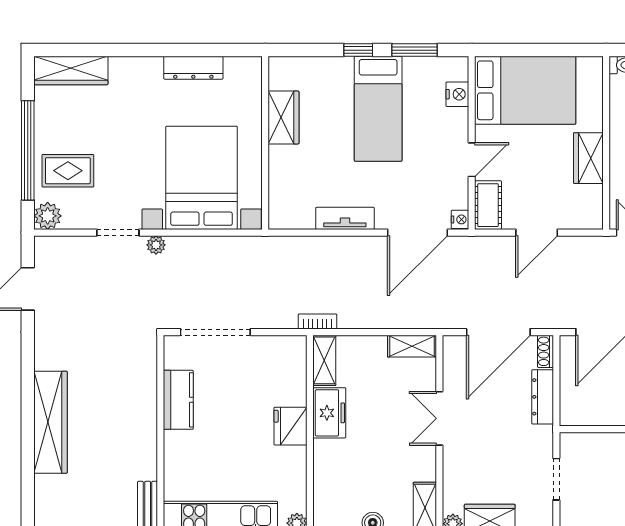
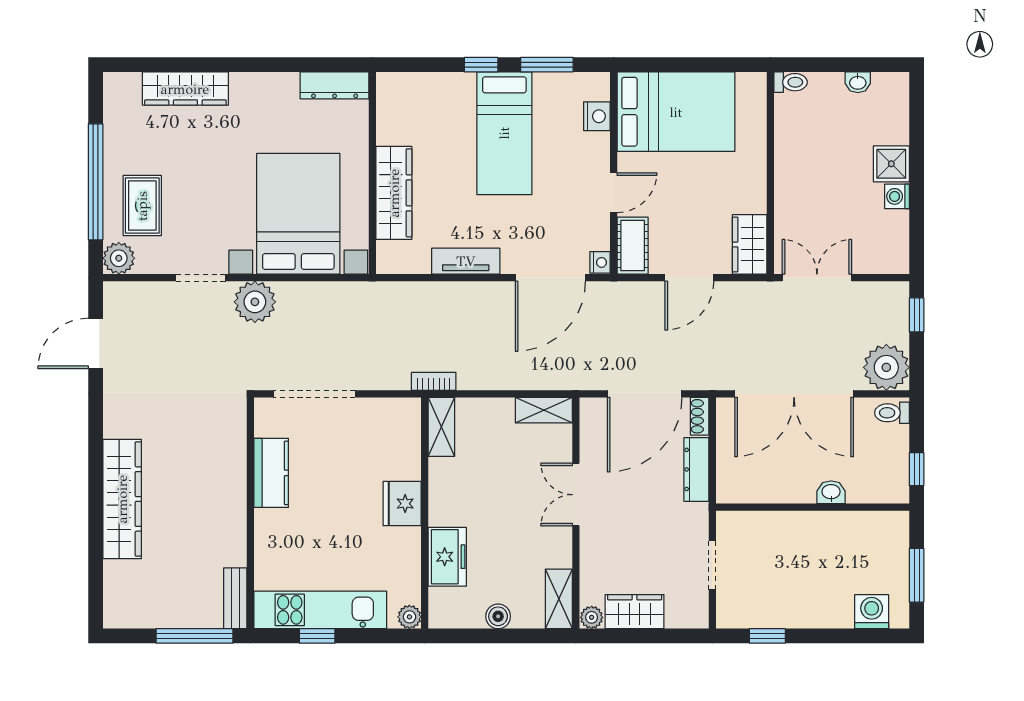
dresser: (193, 68) -> (335, 85), moved
wardrobe: (71, 71) -> (185, 89), moved
wardrobe: (283, 118) -> (394, 193), moved, width x1.50
wardrobe: (588, 158) -> (750, 244), moved
rug: (68, 171) -> (142, 206), turned 90
plant: (156, 245) -> (255, 302), width x1.88, depth x1.88
freezer: (329, 413) -> (447, 557), moved

